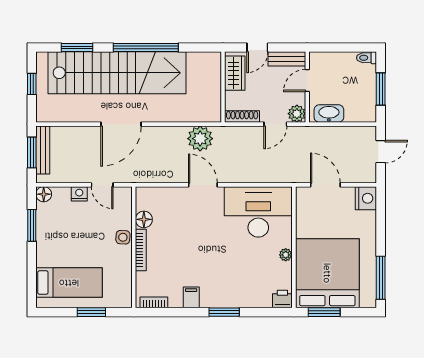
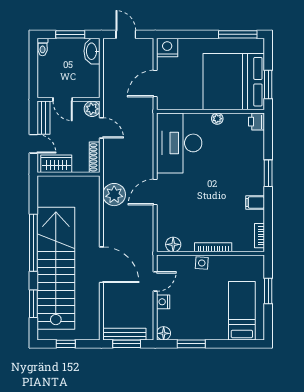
washbasin: (329, 114) -> (92, 51), moved
floor lamp: (144, 219) -> (173, 244), moved

